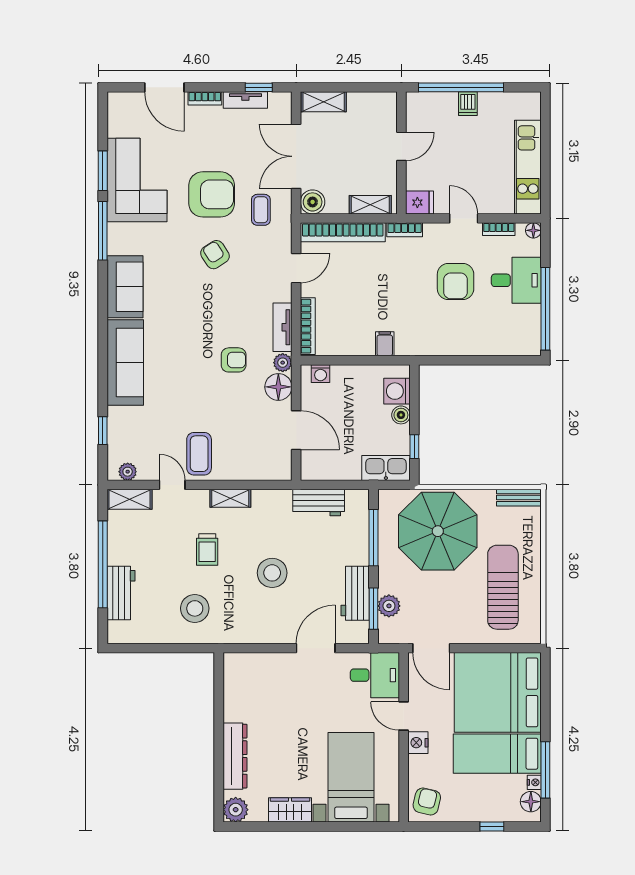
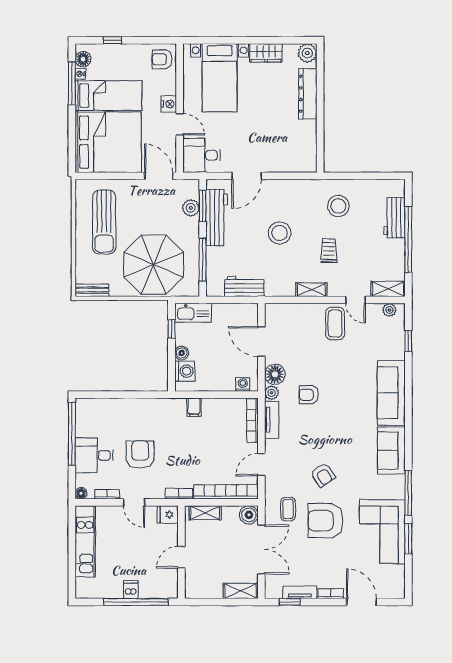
workbench: (355, 593) -> (216, 218), width x1.38
armchair: (427, 801) -> (162, 59), turned 77

